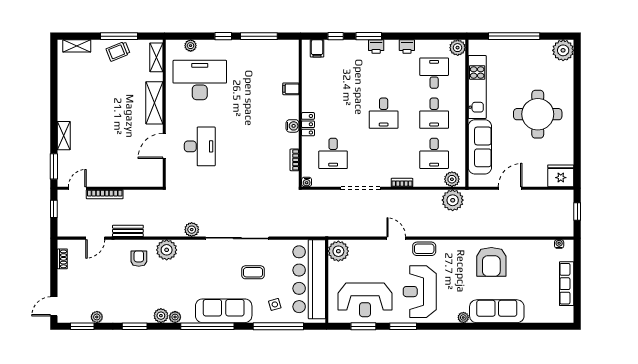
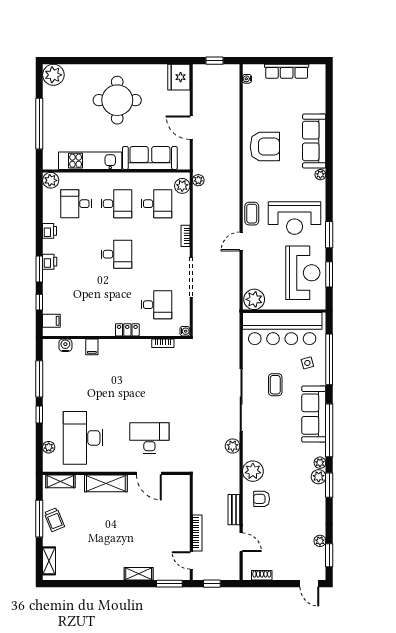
water cooler: (293, 126) -> (65, 345), moved
plant: (453, 200) -> (198, 180), width x0.53, depth x0.53
window: (135, 326) -> (329, 485), moved

